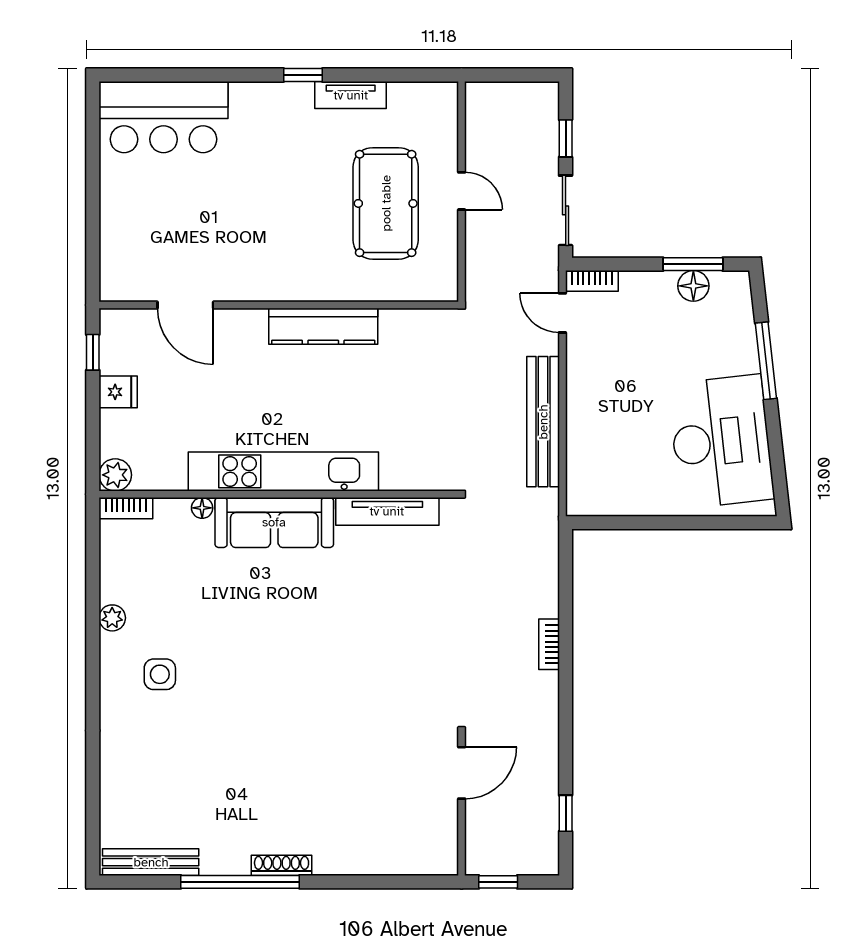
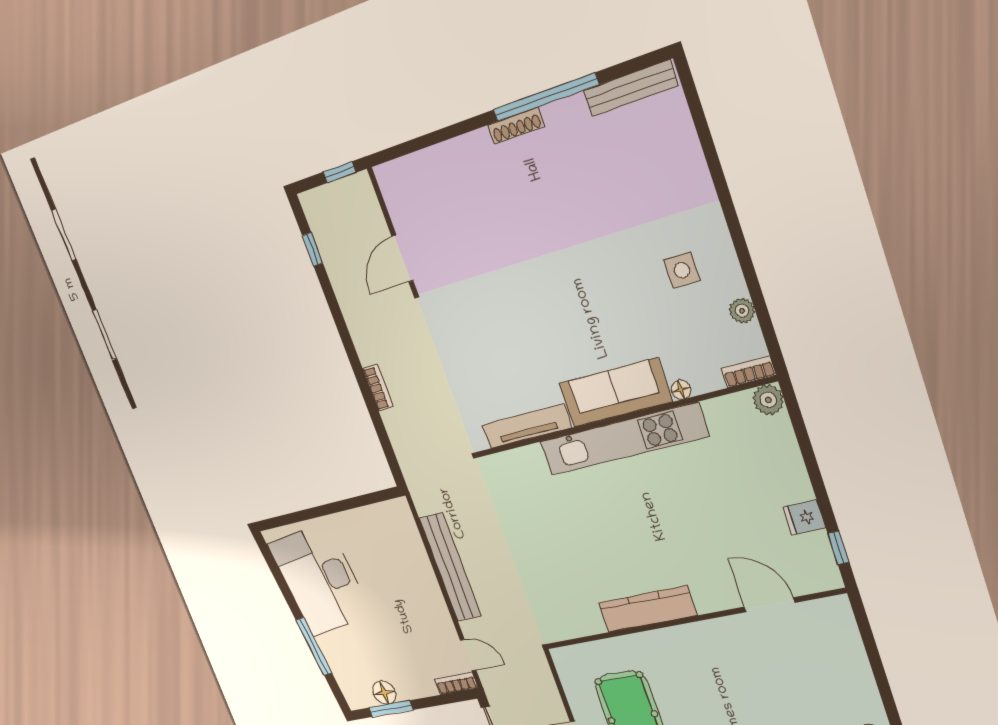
kitchen unit: (283, 471) -> (623, 439), moved
plant: (115, 475) -> (768, 400), moved
wall: (279, 494) -> (620, 418), moved
bookcase: (126, 508) -> (749, 372), moved
floor lamp: (202, 508) -> (681, 390), moved
tv unit: (387, 511) -> (527, 426), moved
sofa: (274, 522) -> (615, 393), moved

